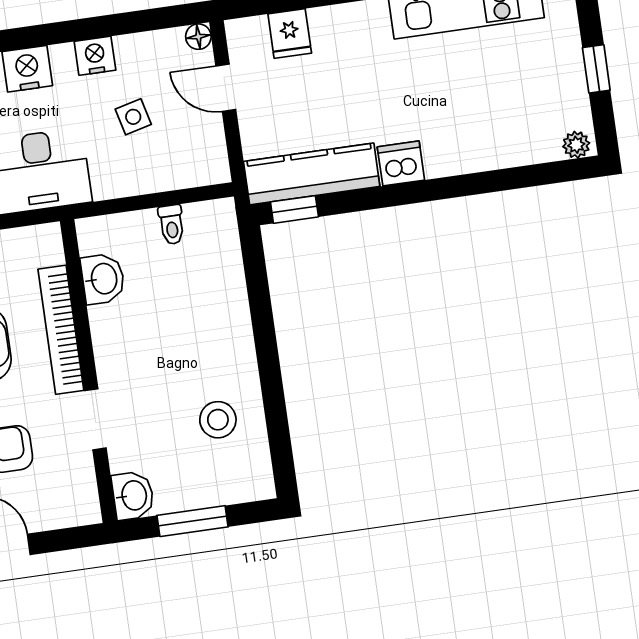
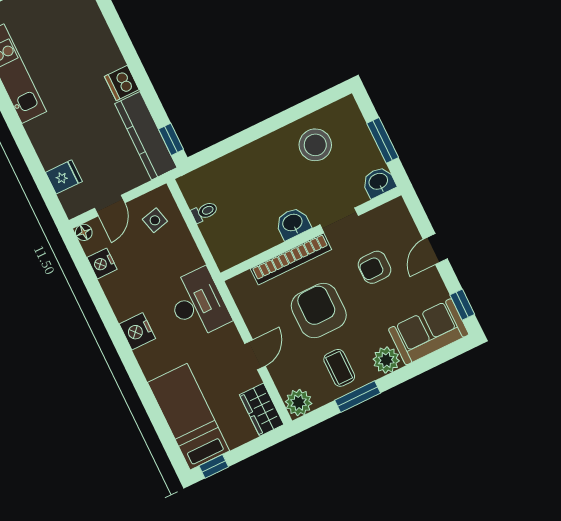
nightstand: (95, 56) -> (102, 263), moved
side table: (133, 117) -> (155, 220), moved
washbasin: (103, 279) -> (293, 223), moved
stool: (218, 420) -> (315, 145), width x1.38, depth x1.38

